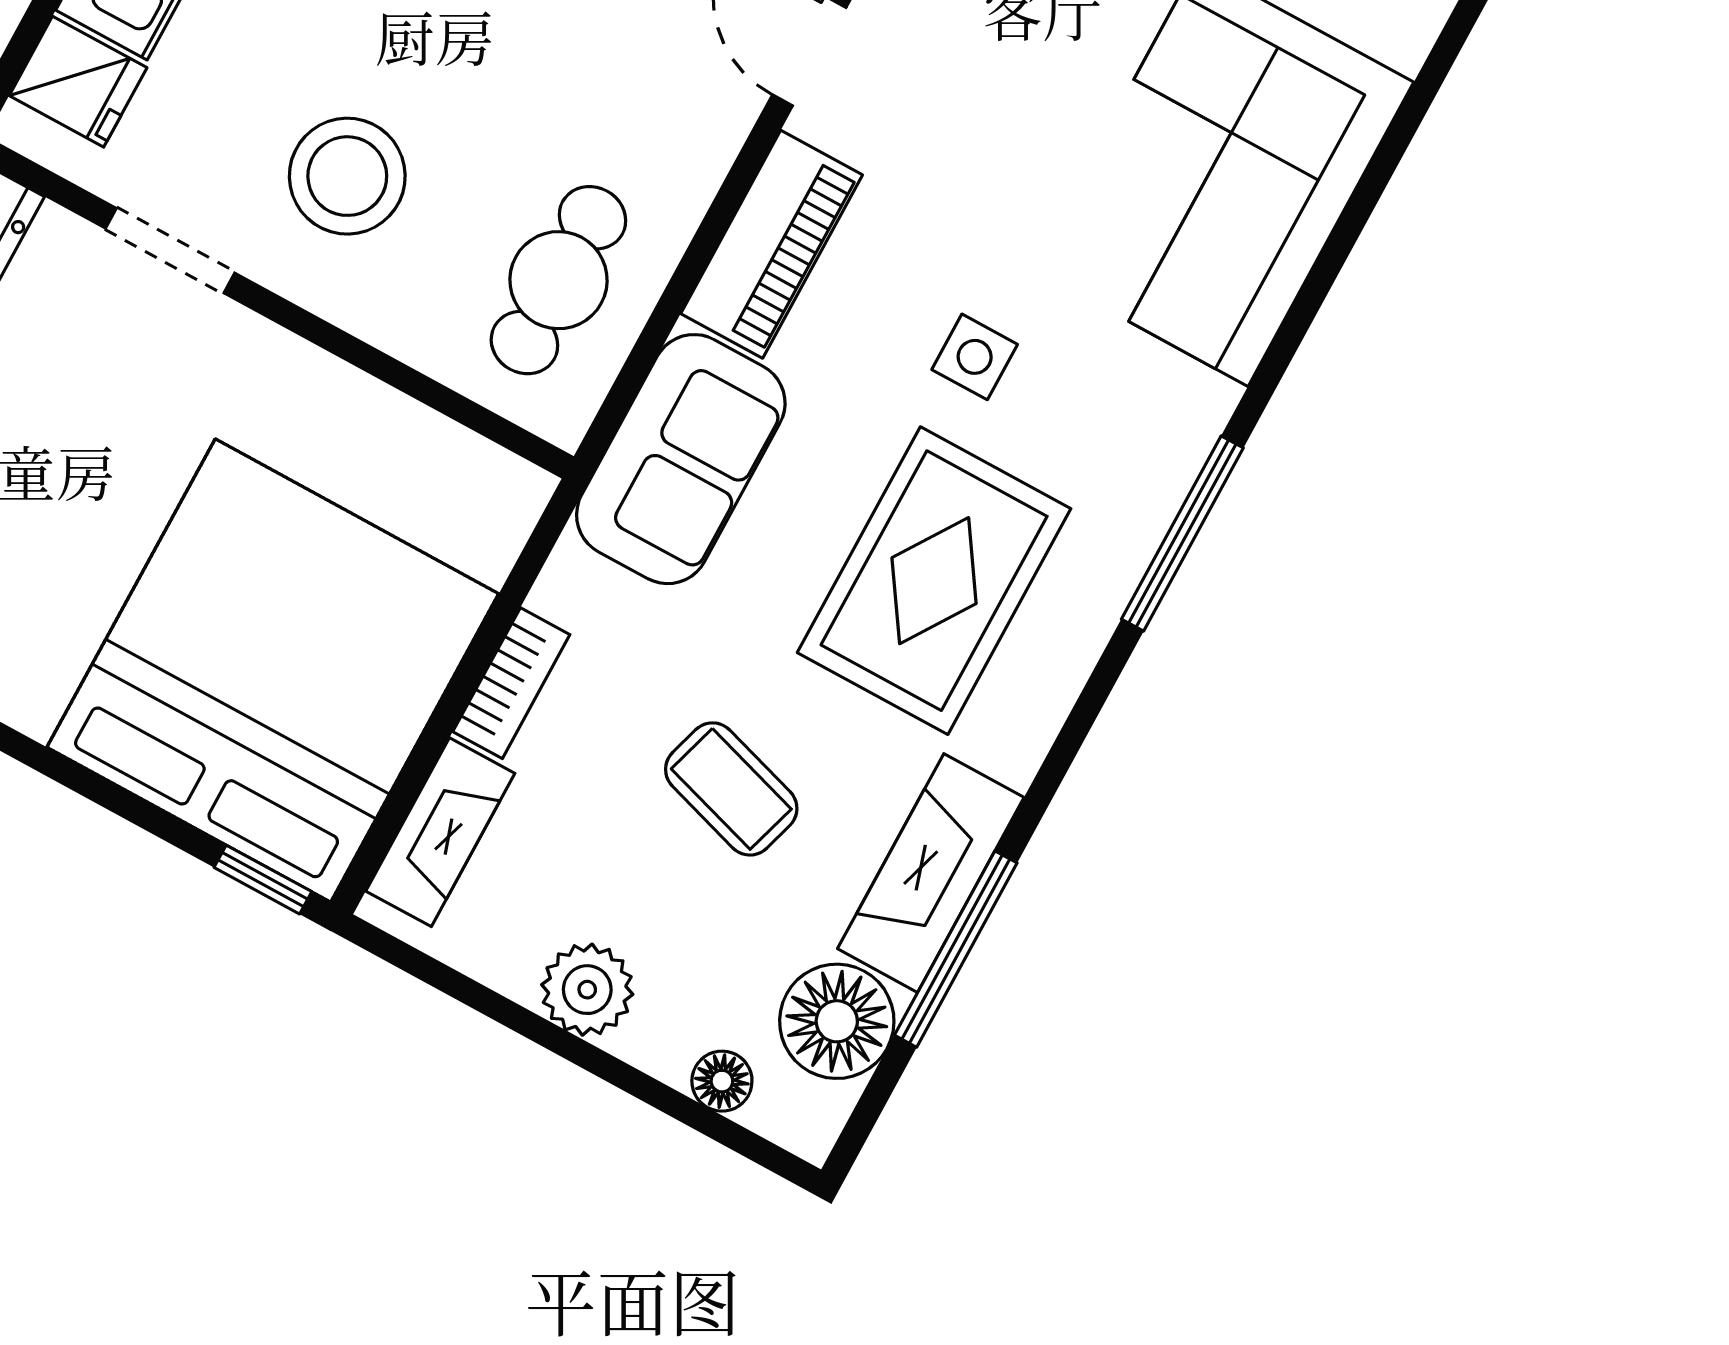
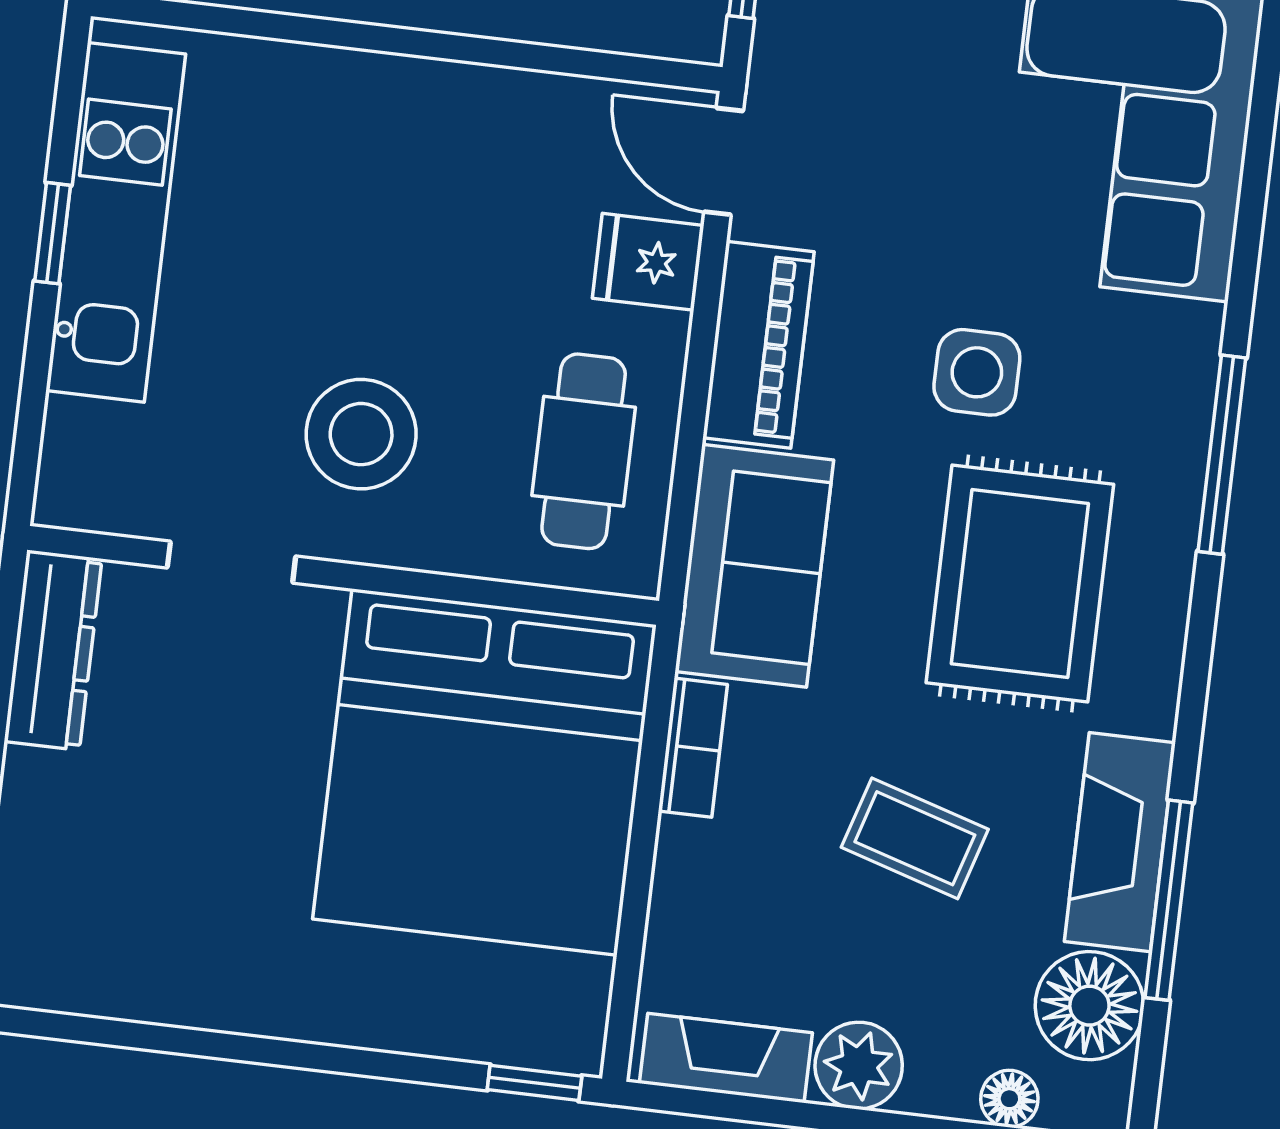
fridge: (78, 82) -> (648, 262), moved, turned 180
side table: (975, 357) -> (977, 372), width x1.37, depth x1.37
bed: (273, 671) -> (484, 772), moved, turned 180
bookcase: (511, 683) -> (693, 748), moved
fireplace: (440, 832) -> (726, 1058), moved, turned -90

